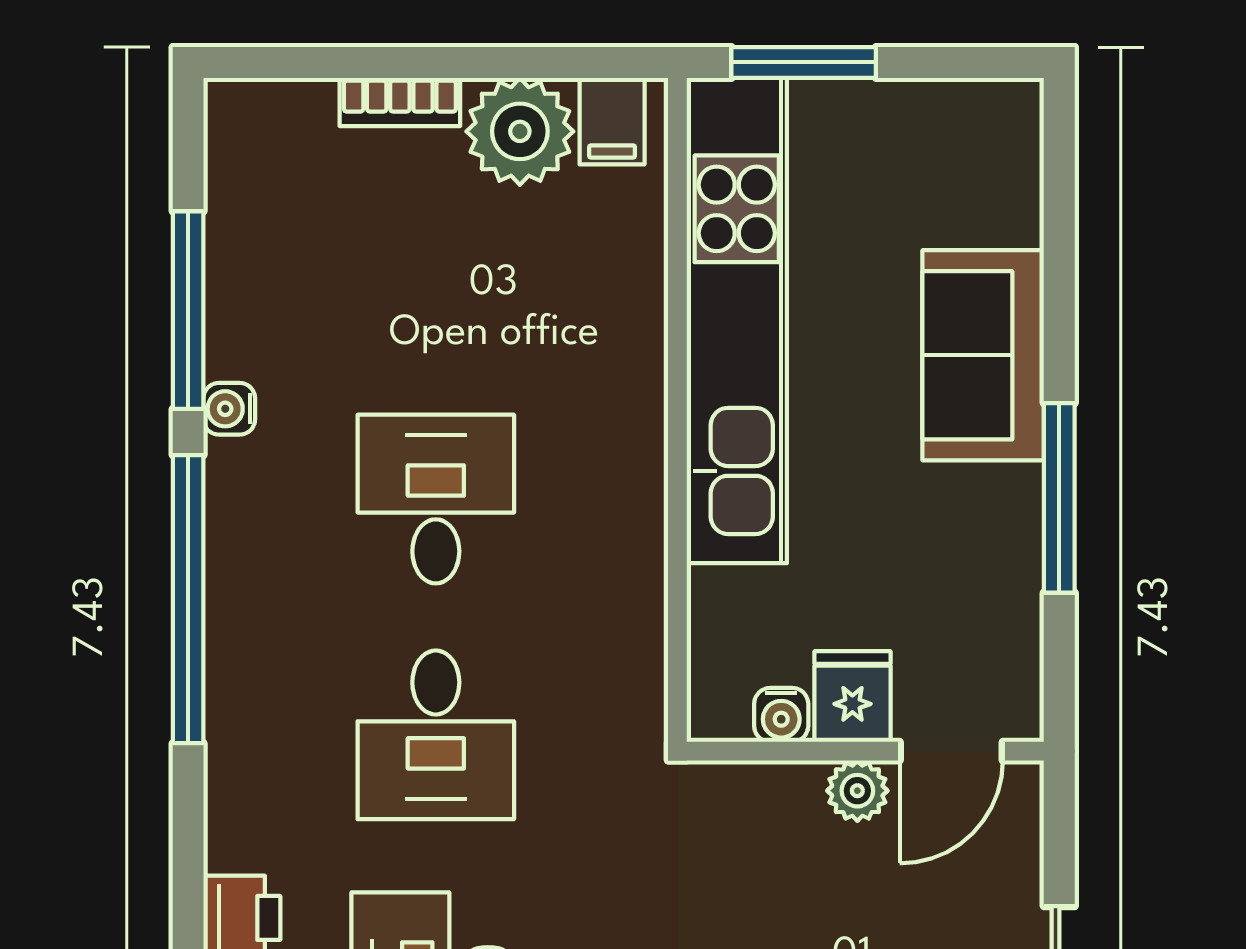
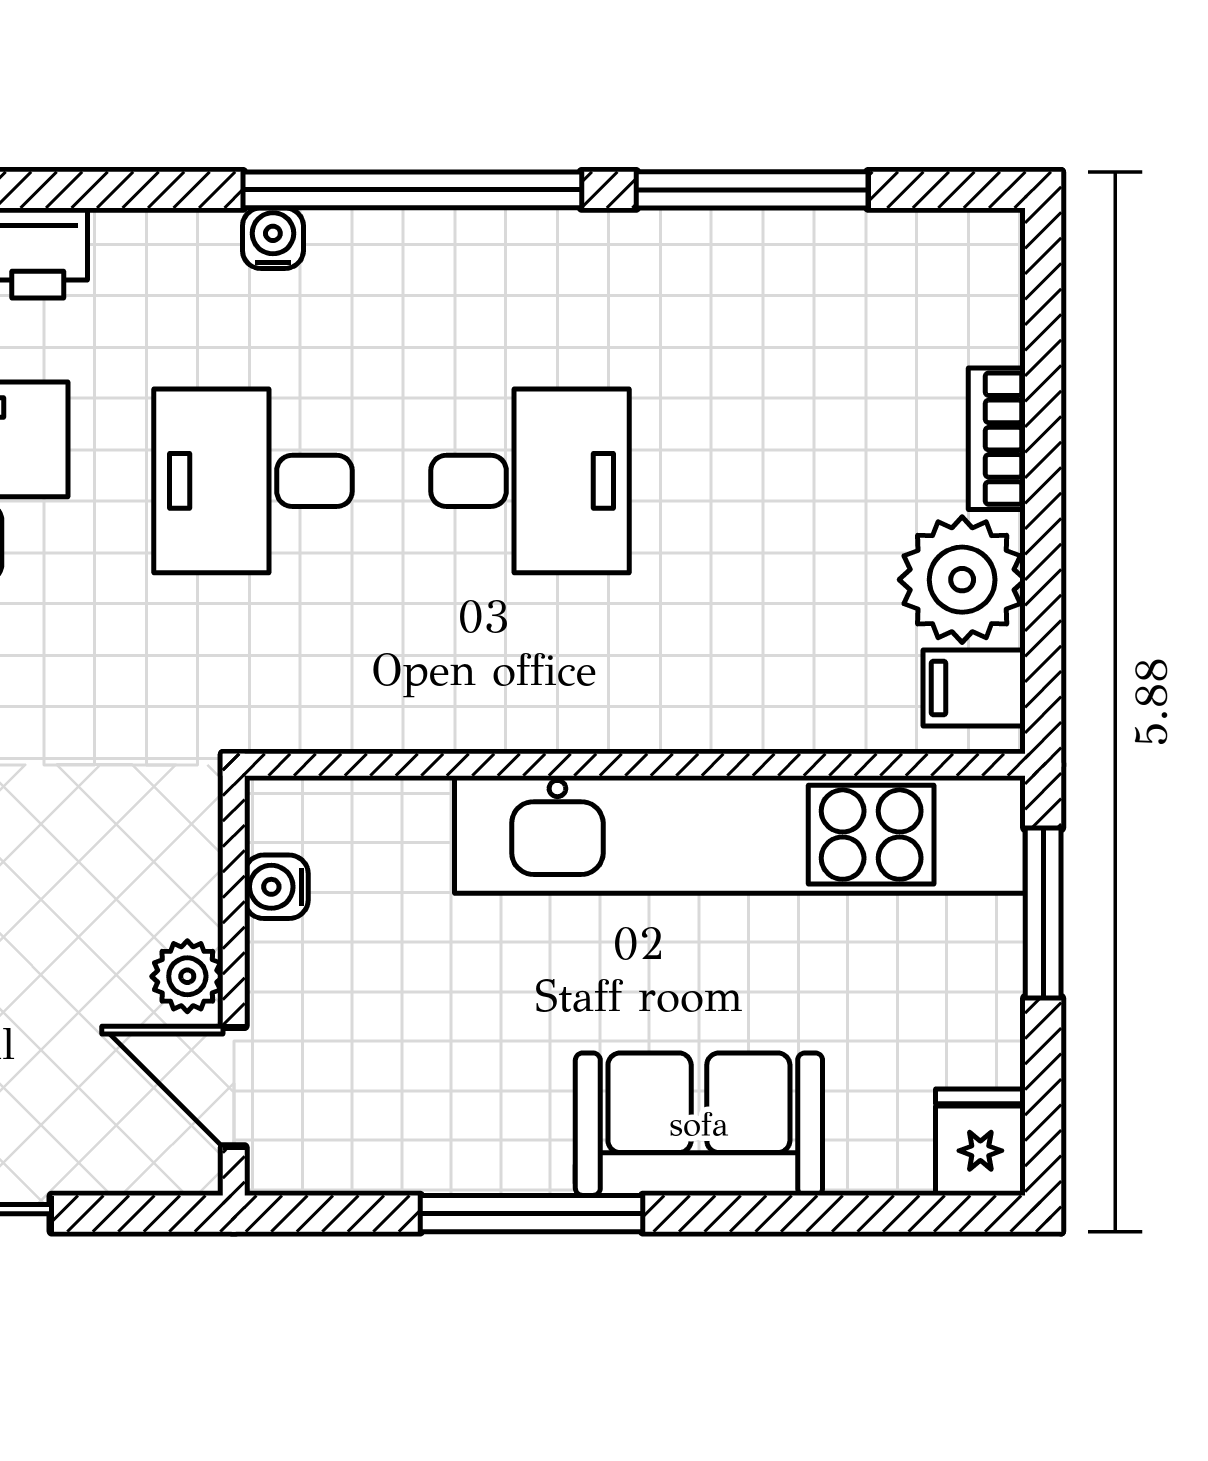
water cooler: (229, 409) -> (273, 238), moved
fridge: (852, 697) -> (980, 1142), moved, turned -90

